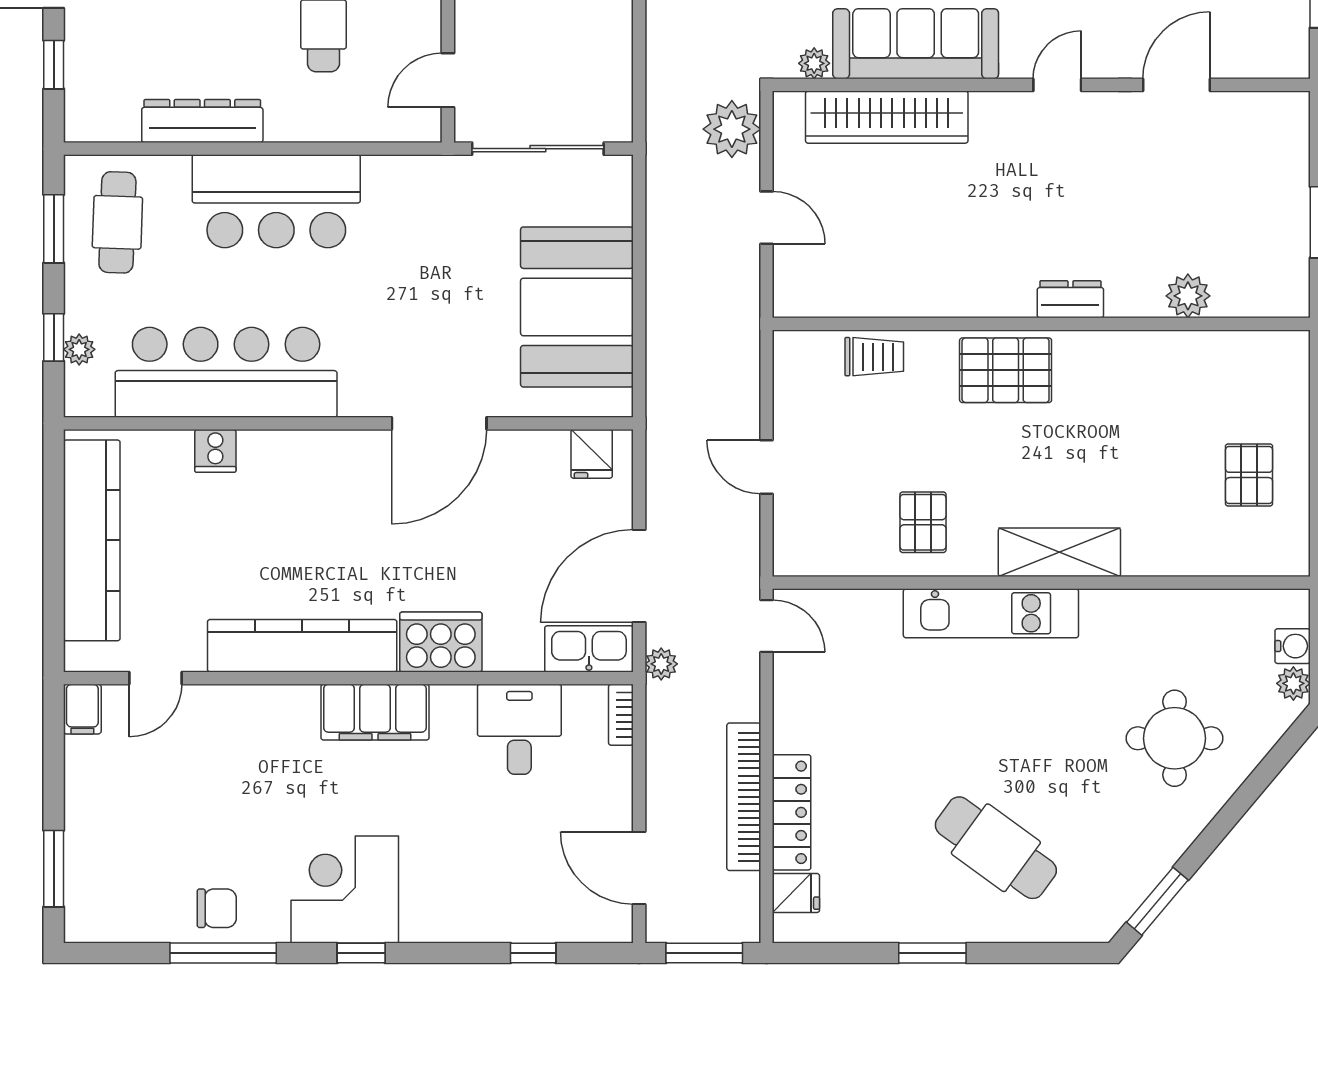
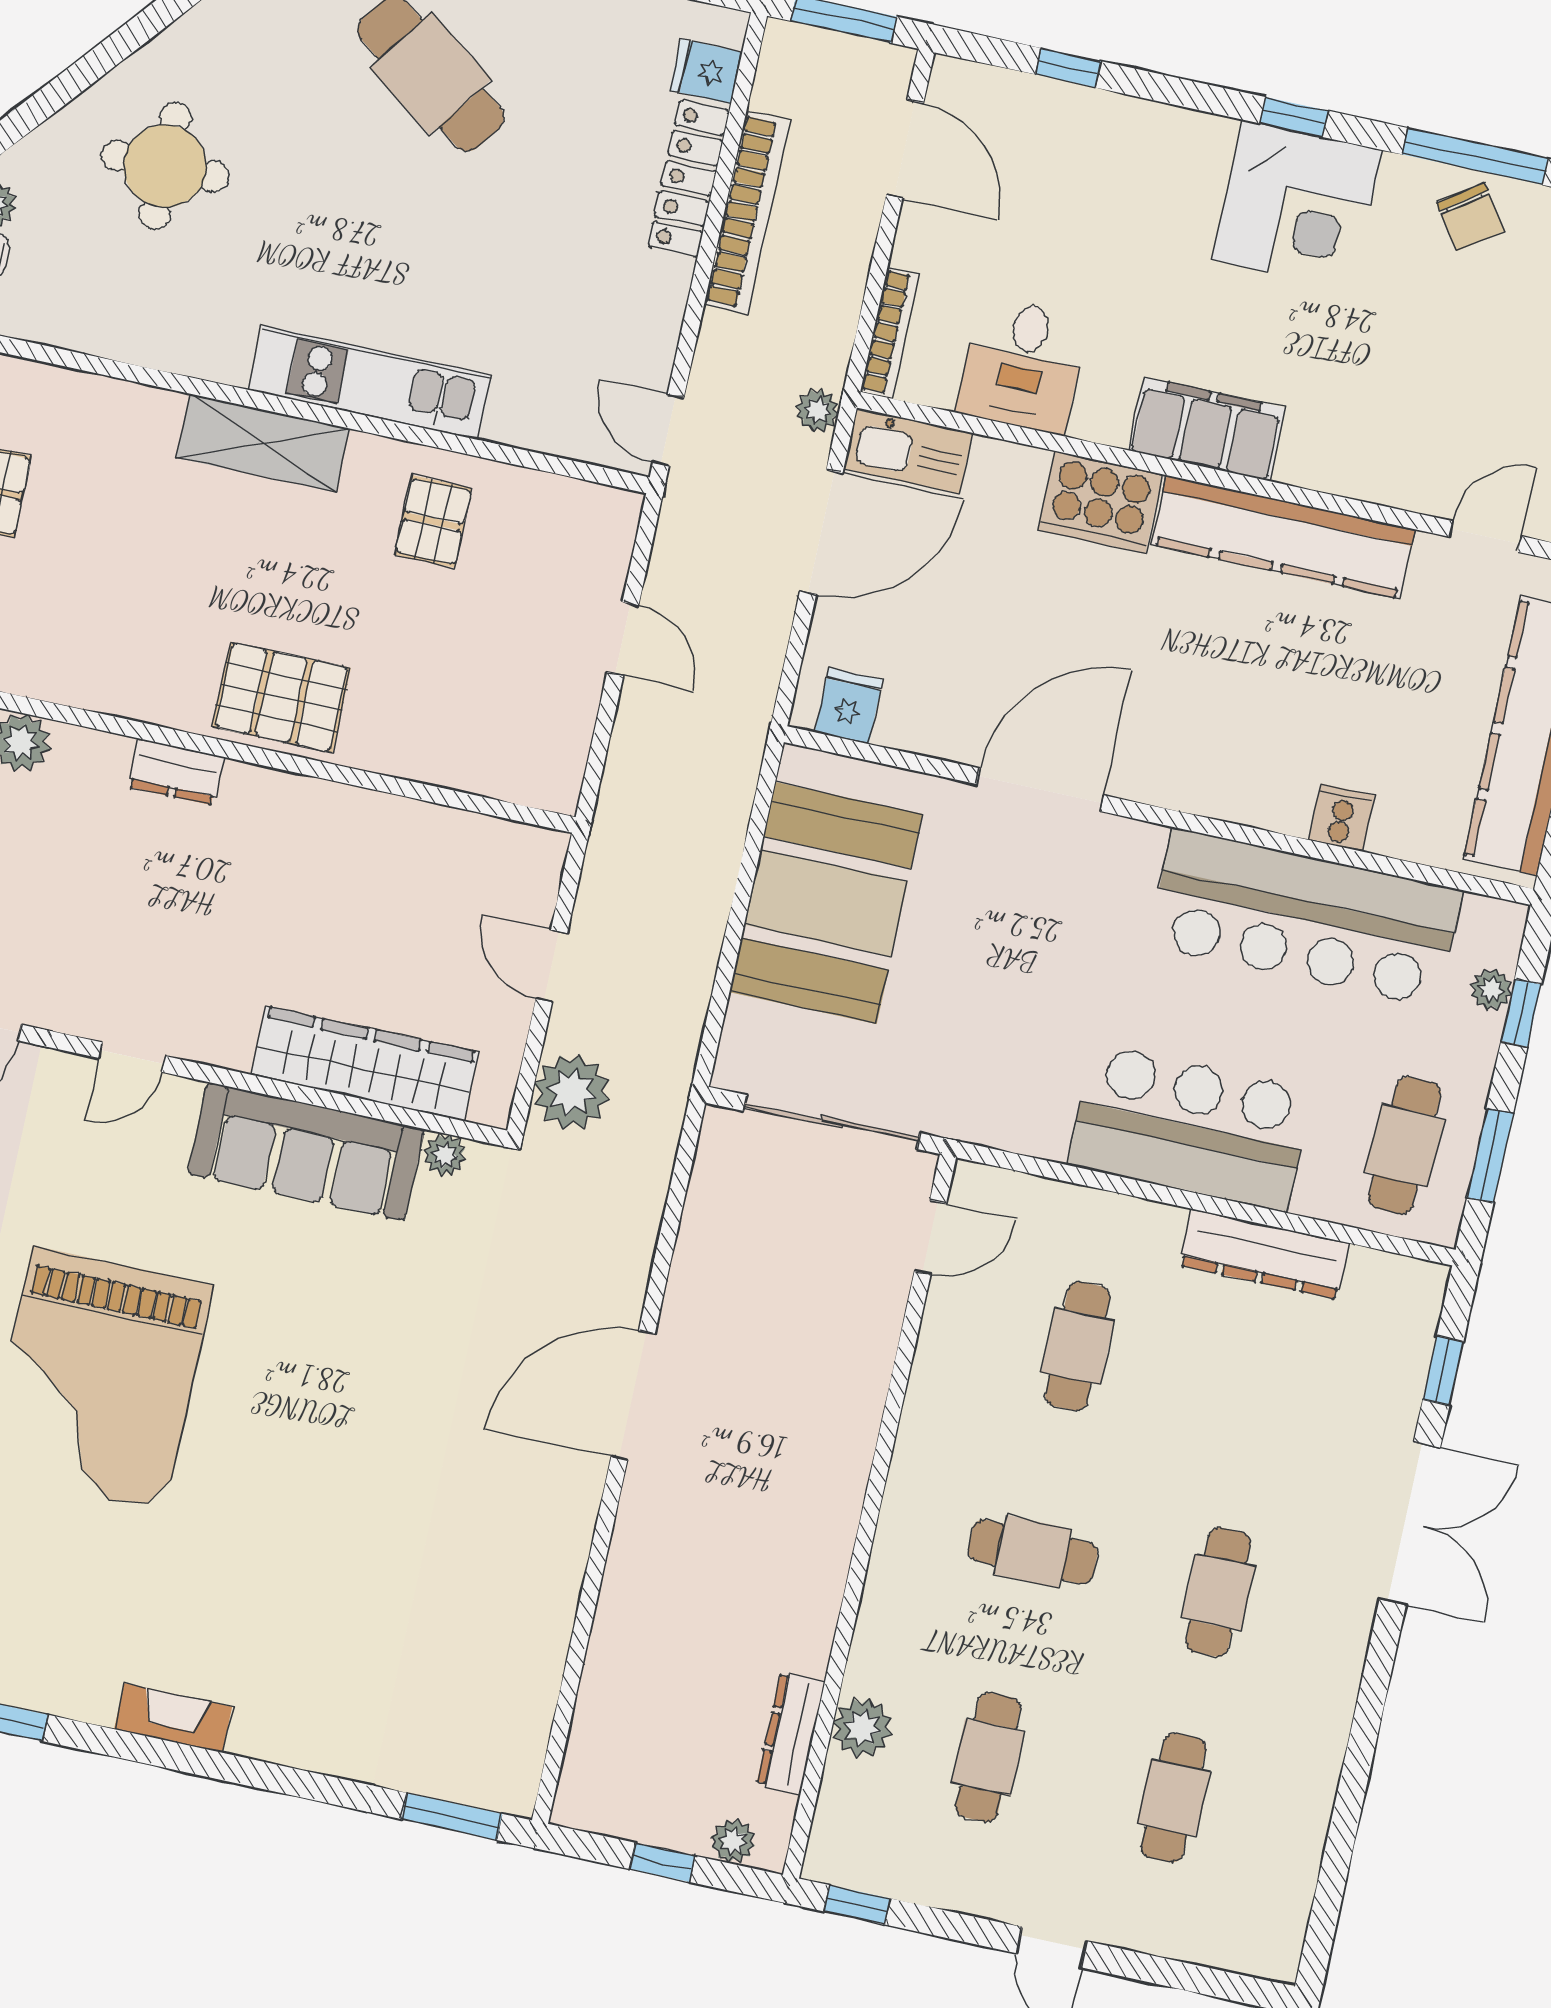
trolley: (874, 357) -> (450, 753), removed
bookcase: (621, 715) -> (890, 333), width x1.56
chair: (217, 908) -> (1471, 217), turned -125

